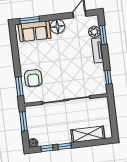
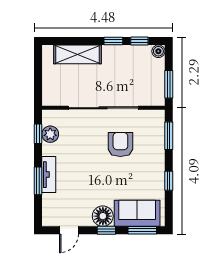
window: (54, 17) -> (106, 230), added
plant: (94, 32) -> (50, 134), moved
window: (103, 35) -> (38, 181), moved
window: (16, 56) -> (169, 181), added
armchair: (33, 78) -> (120, 144), moved

